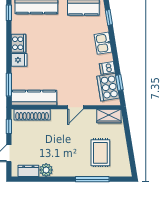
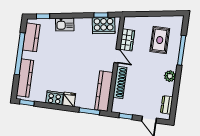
dishwasher: (107, 68) -> (87, 24), removed
shoe rack: (32, 115) -> (120, 82), moved
wardrobe: (109, 116) -> (127, 40), moved
rug: (100, 153) -> (160, 40), turned 90
plant: (46, 170) -> (170, 76), moved

